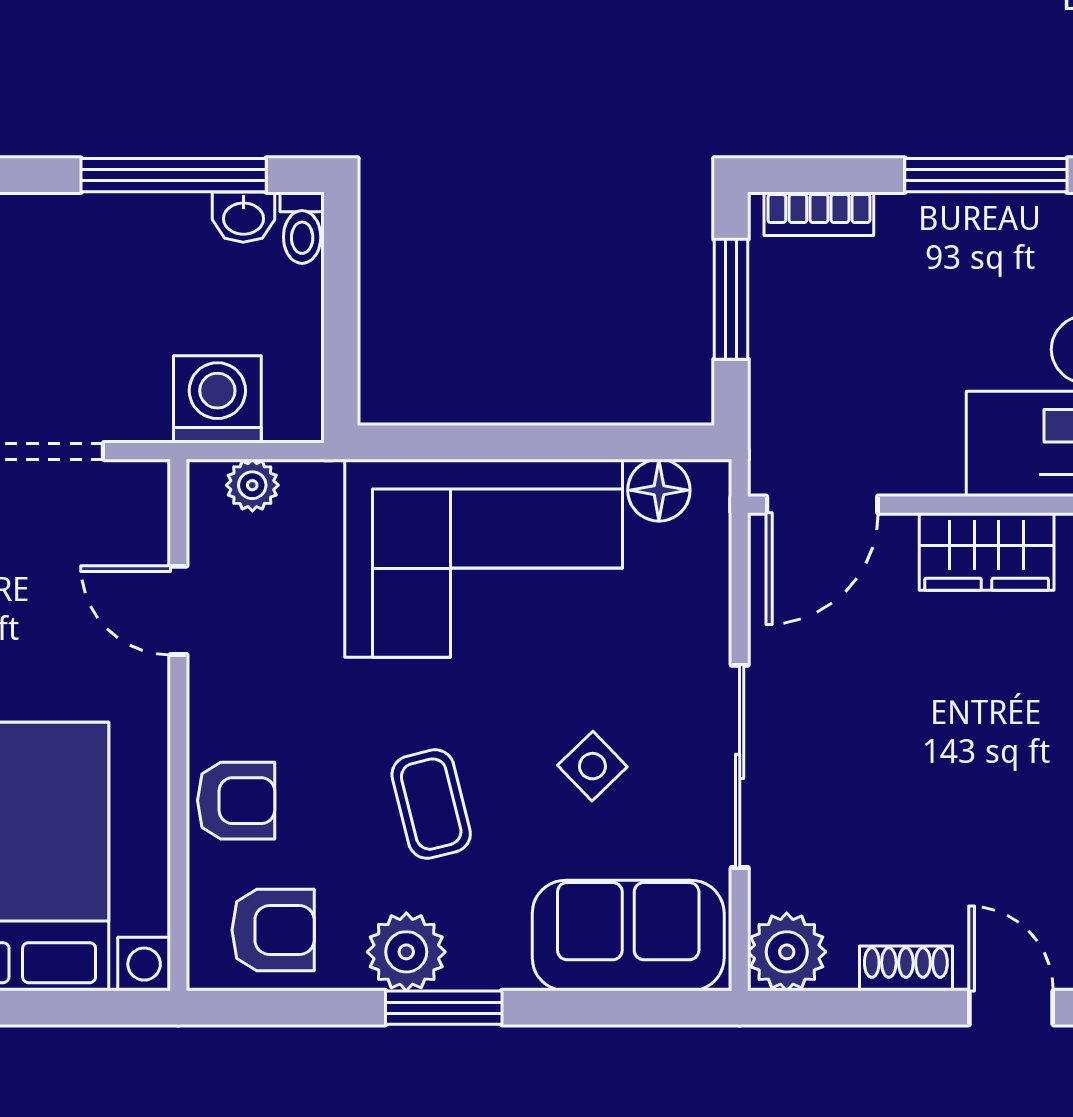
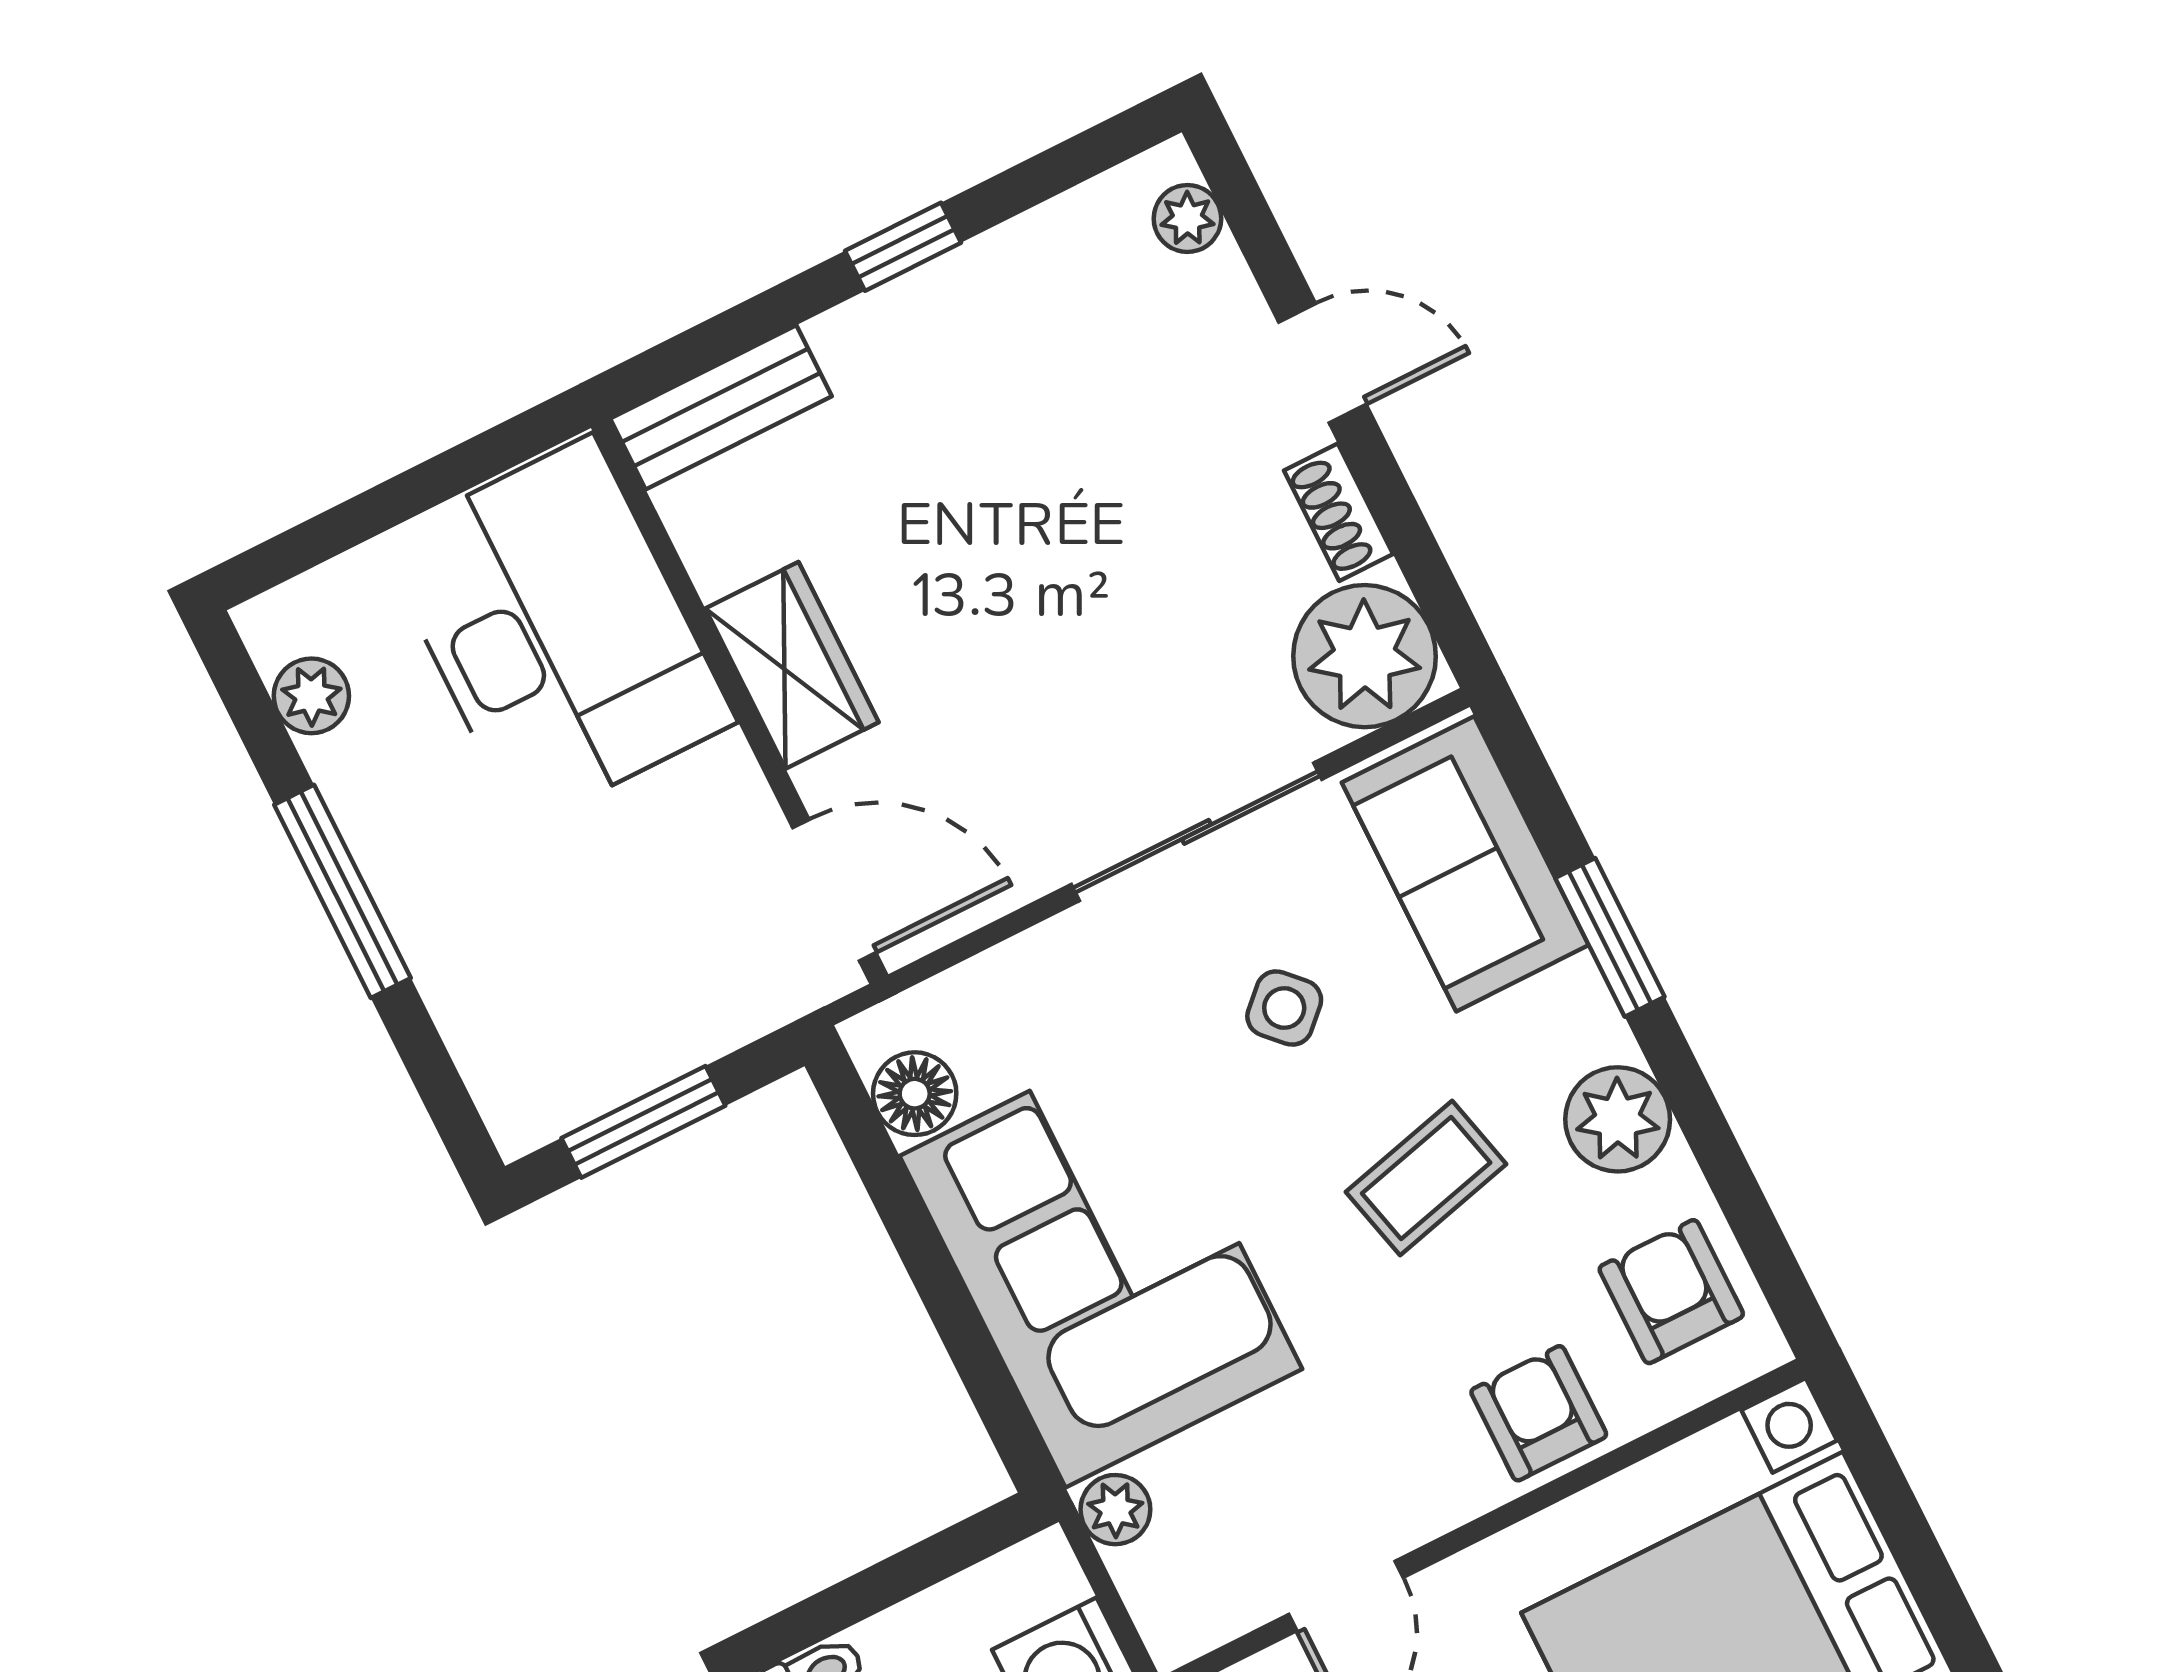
bookcase: (819, 214) -> (489, 1068), removed
plant: (252, 485) -> (1115, 1510), moved
plant: (787, 952) -> (1365, 656), width x1.36, depth x1.36
window: (444, 1008) -> (1610, 937), moved
door: (1011, 1008) -> (1322, 363), swing flipped

